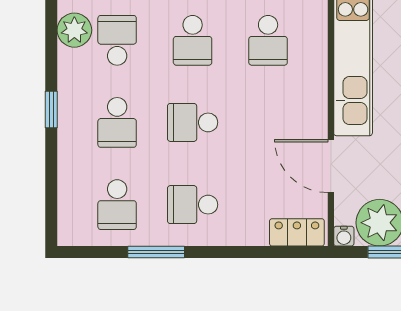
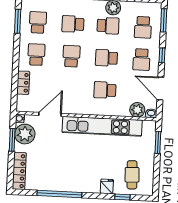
school desk: (117, 205) -> (38, 22), turned 90
locker: (297, 232) -> (23, 83), moved
window: (156, 252) -> (18, 21), moved

